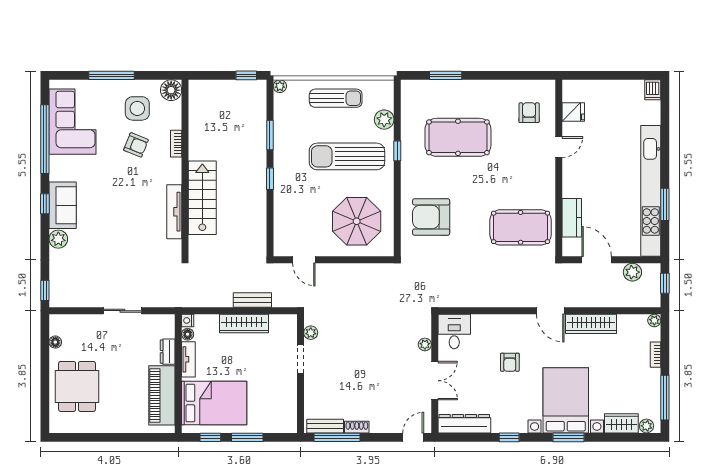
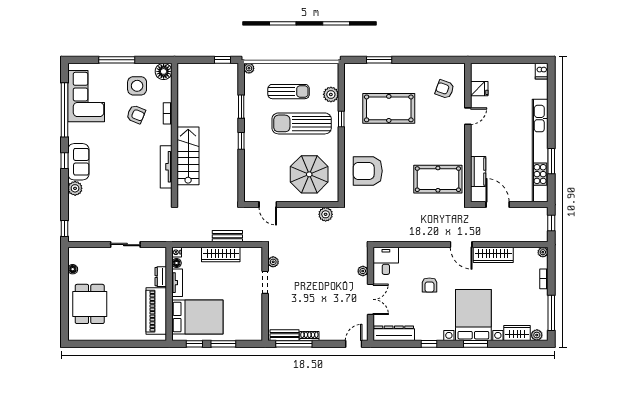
sun lounger: (336, 98) -> (289, 92), moved
armchair: (529, 113) -> (445, 89), turned -70
plant: (632, 272) -> (326, 214), moved

